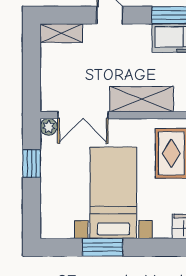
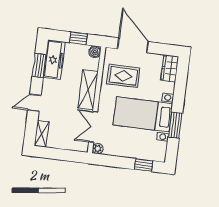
double door: (83, 115) -> (93, 127), swing flipped
window: (32, 164) -> (144, 165), moved

